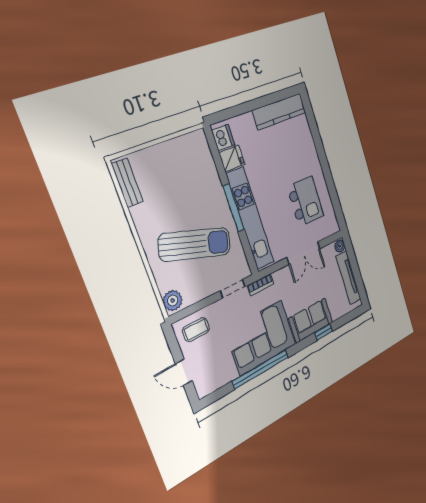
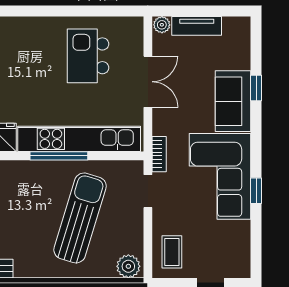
kitchen island: (305, 201) -> (88, 56), turned -90
tv unit: (348, 278) -> (197, 26), width x0.71
window: (261, 369) -> (256, 191), width x0.32

